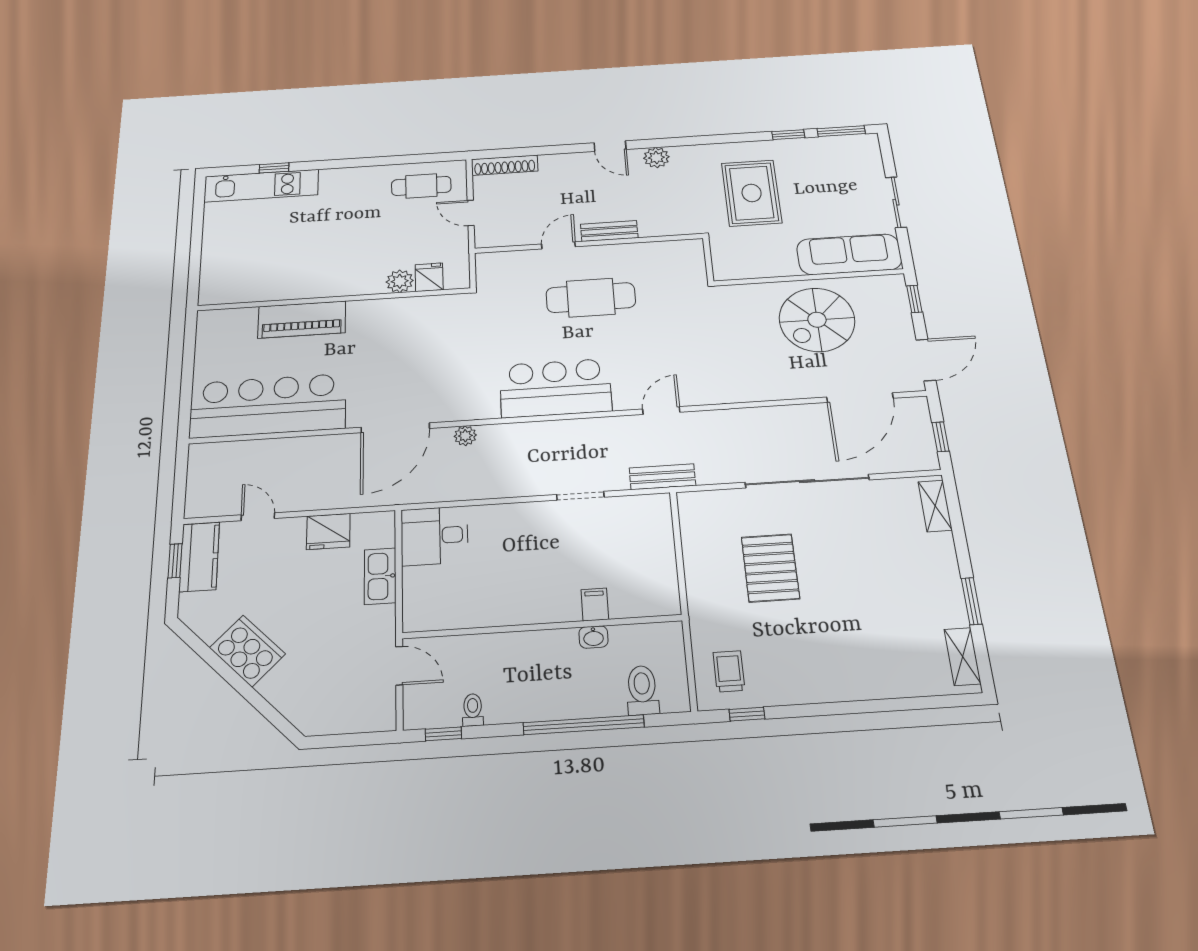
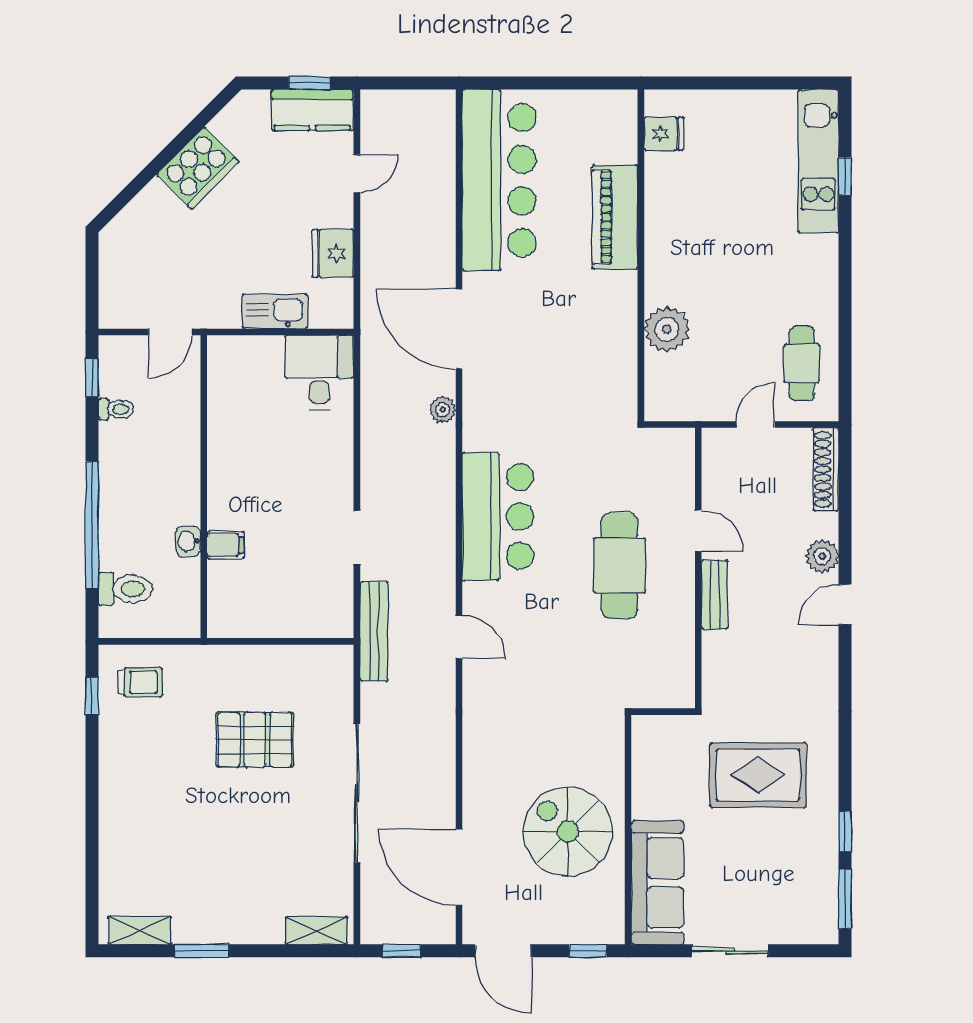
plant: (656, 158) -> (822, 556), moved
fridge: (429, 277) -> (664, 134), moved
plant: (400, 281) -> (667, 329), width x1.36, depth x1.36
bench: (662, 477) -> (374, 631), width x1.36

